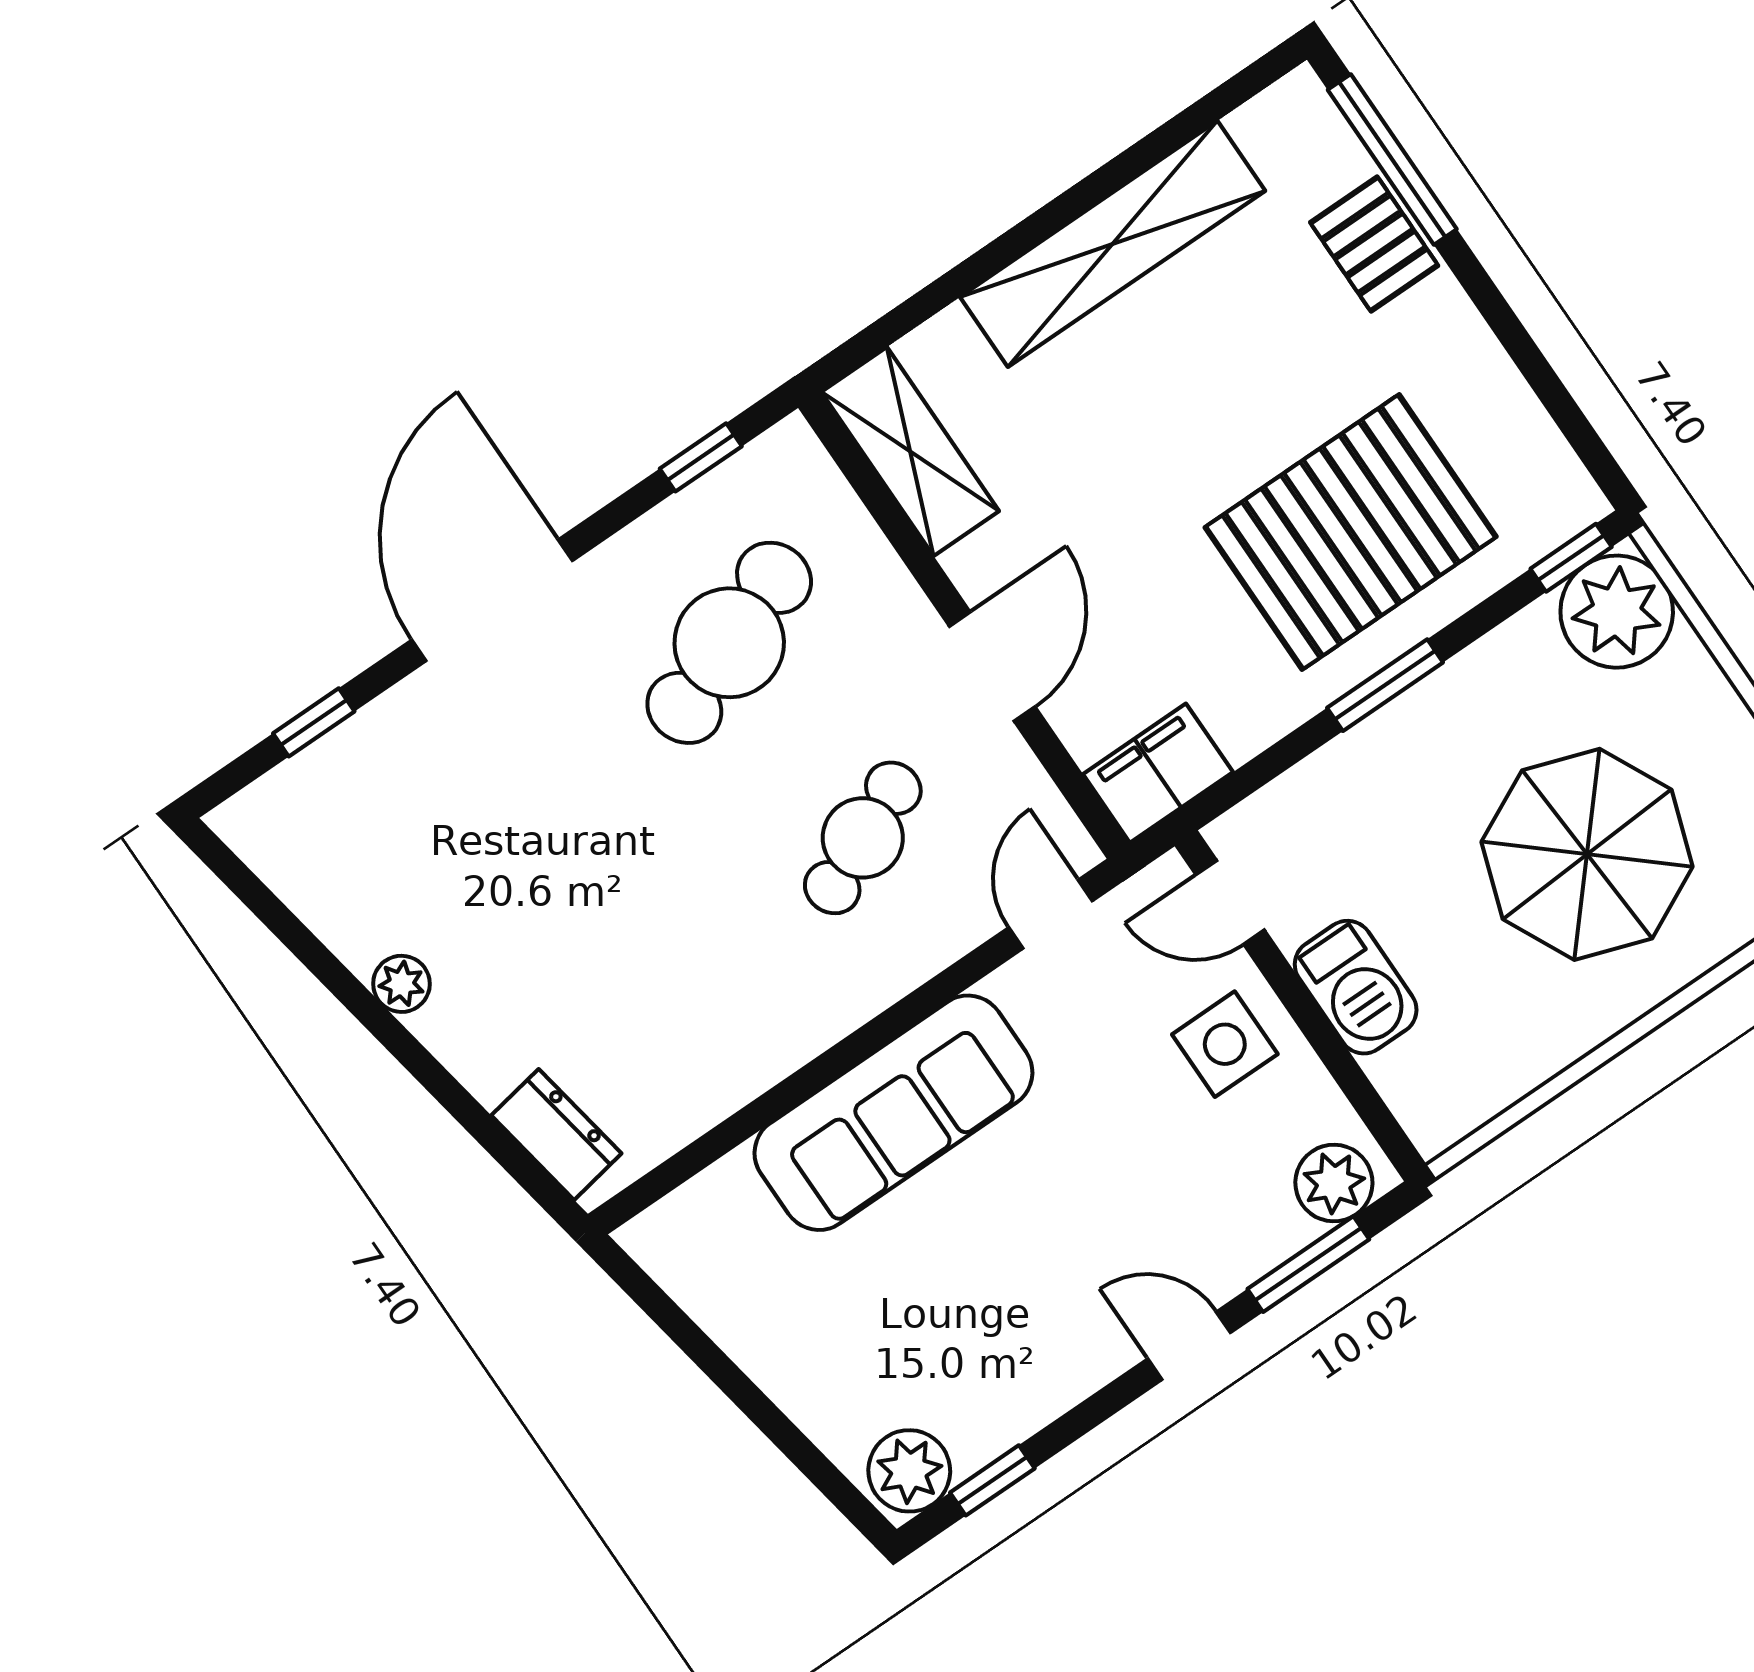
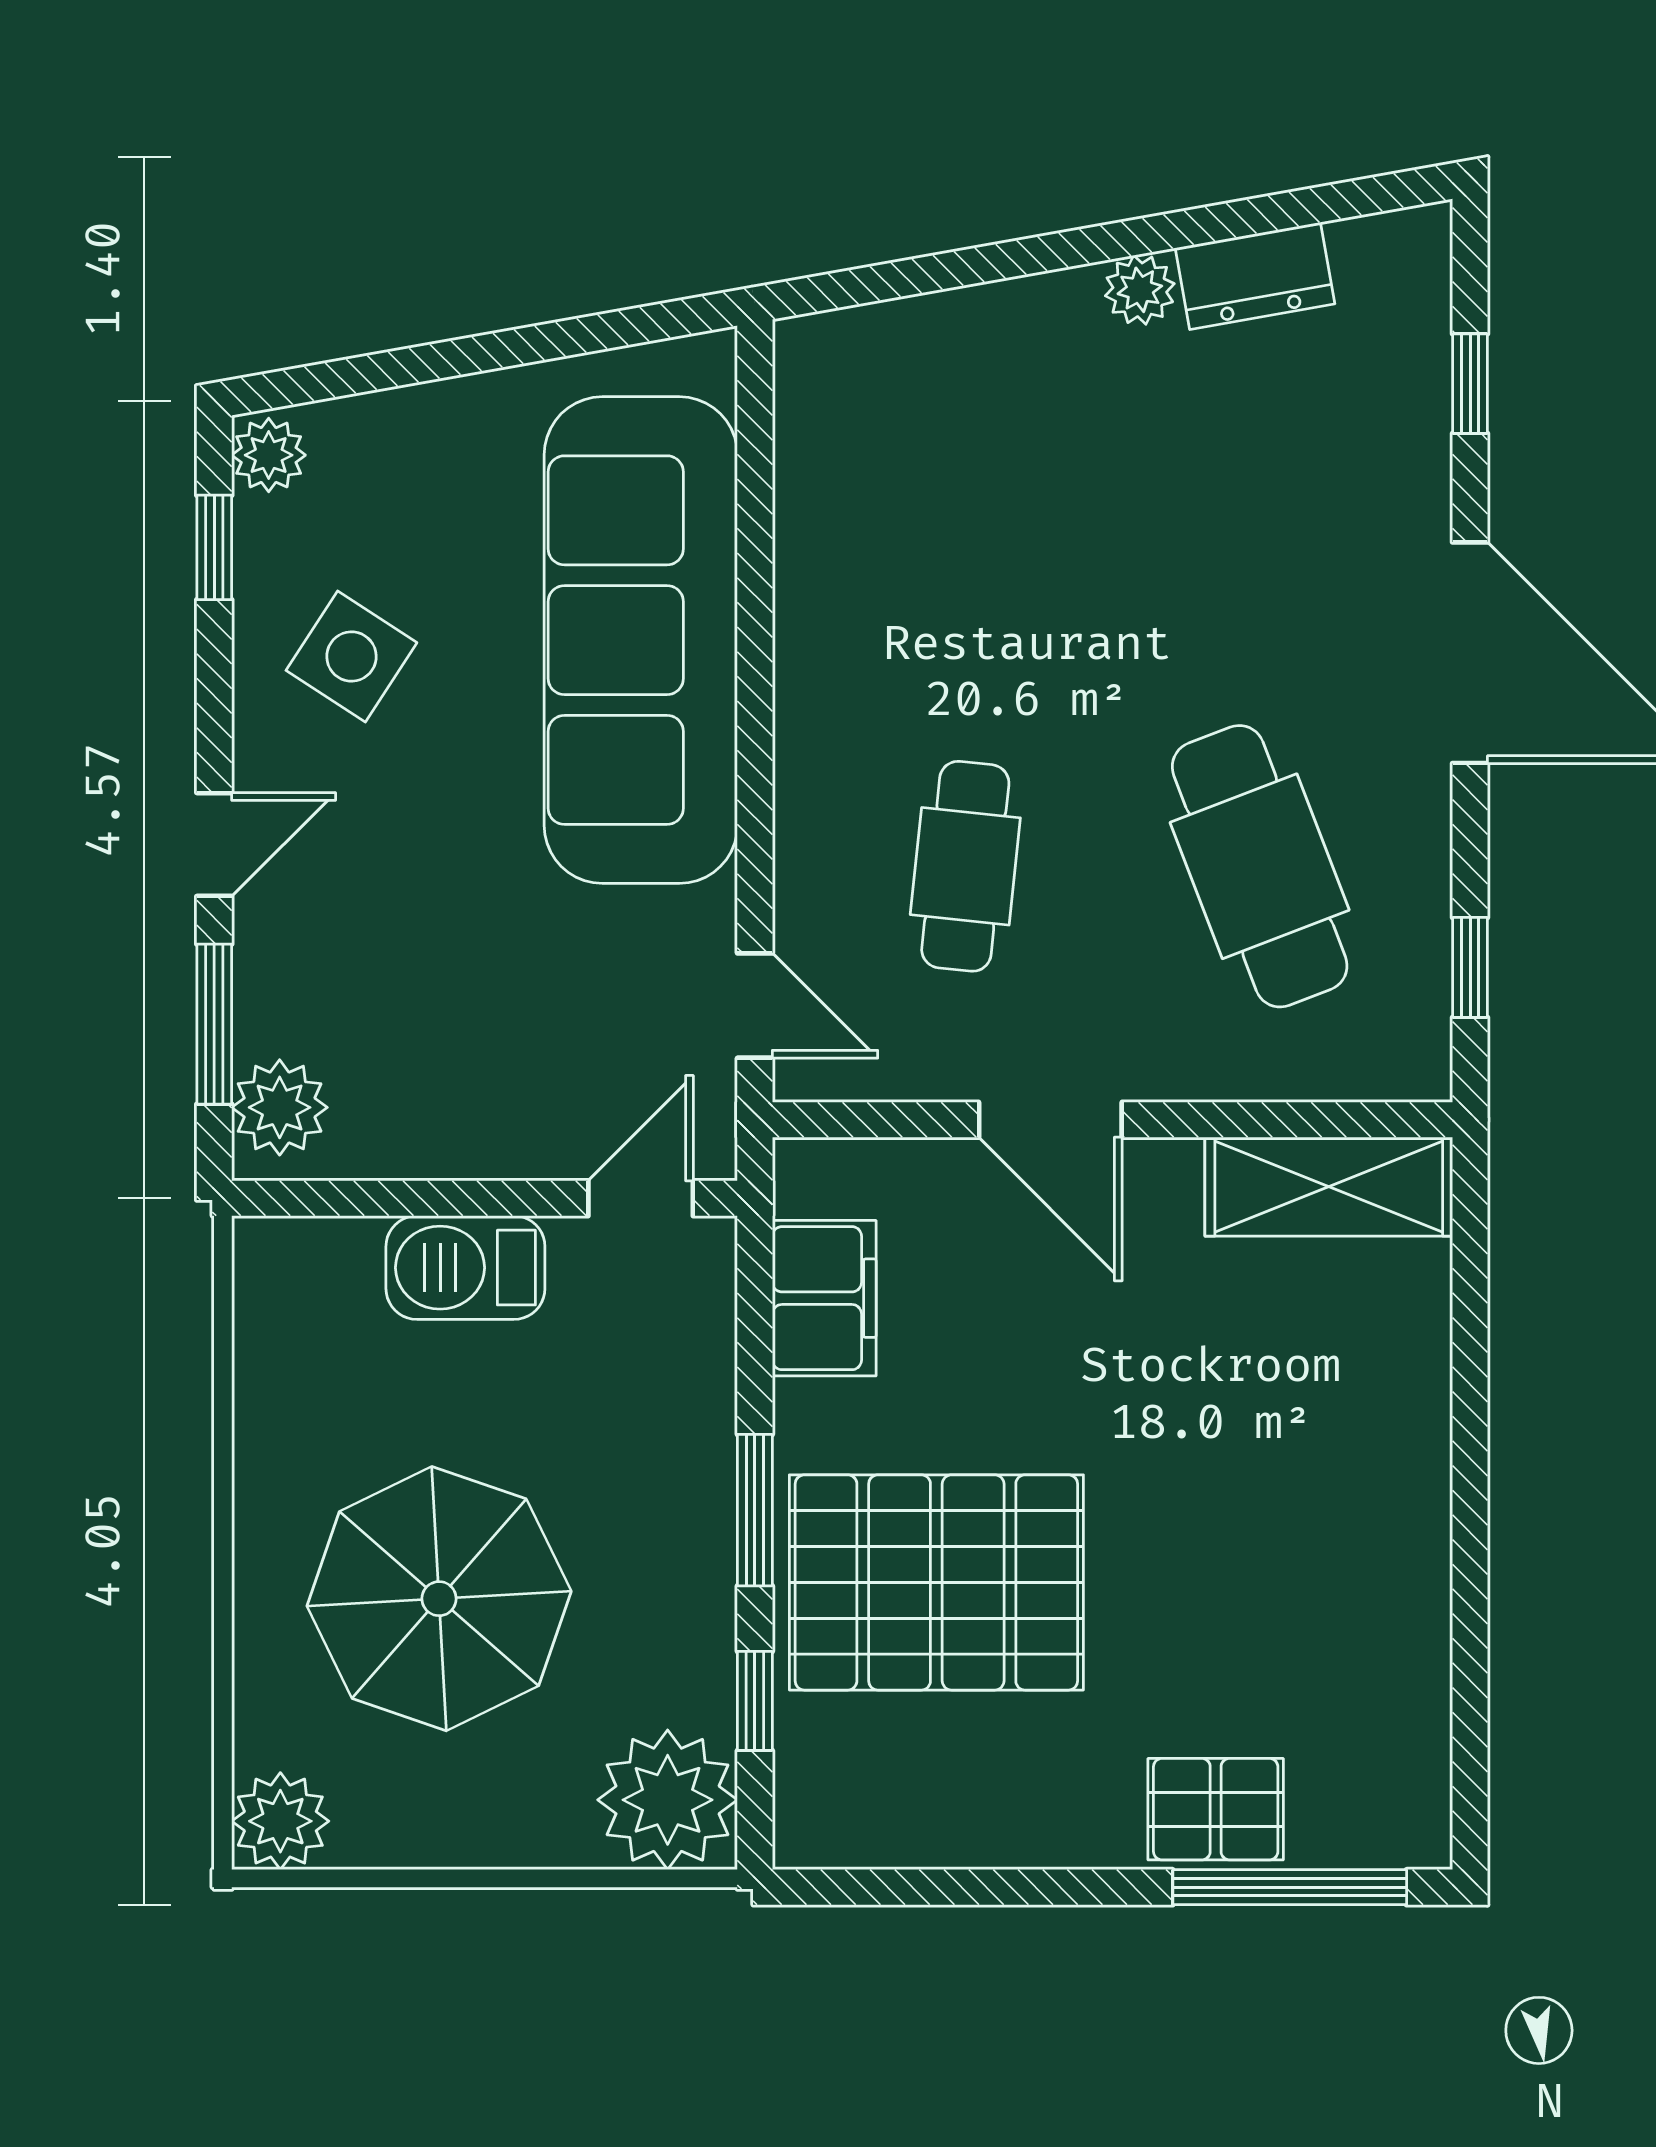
shelving: (1113, 244) -> (1400, 1541), removed
pallet: (1351, 532) -> (936, 1582), turned 90
window: (1571, 558) -> (755, 1701), moved
filing cabinet: (1158, 773) -> (824, 1298), moved
cafe table: (863, 838) -> (965, 866), turned 30
side table: (1225, 1044) -> (351, 657), moved, turned 33
sofa: (893, 1113) -> (641, 640), width x1.36, depth x1.27
dresser: (556, 1134) -> (1255, 276), moved
plant: (909, 1471) -> (269, 455), width x0.73, depth x0.73

